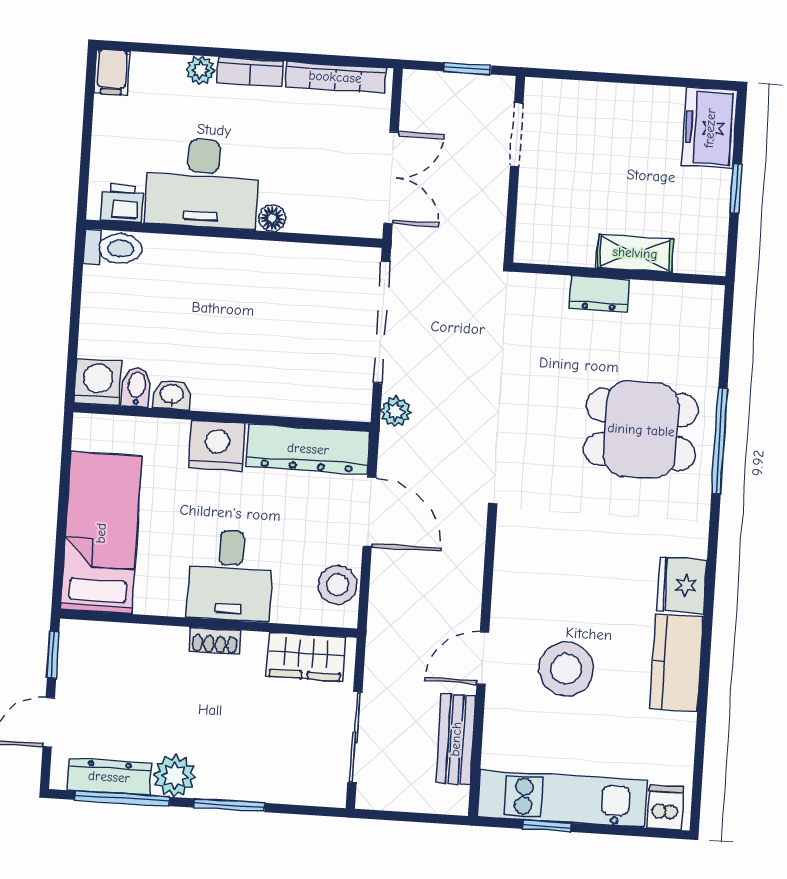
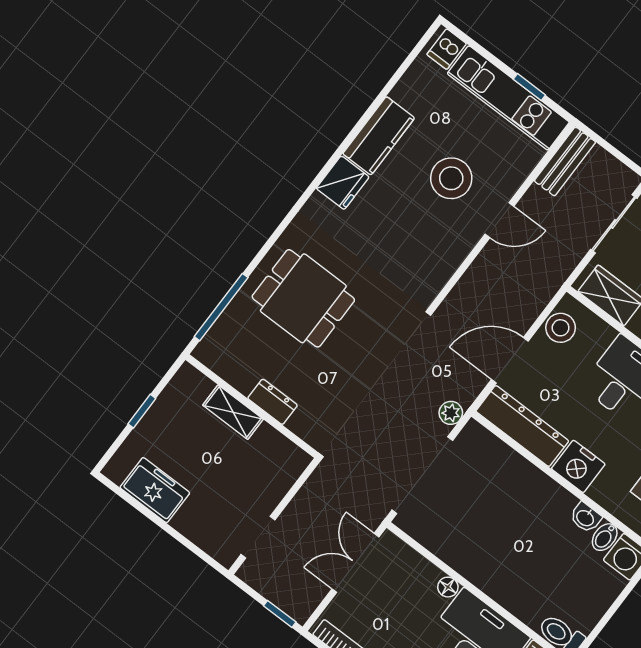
window: (468, 68) -> (280, 614), moved
freezer: (710, 128) -> (155, 490), moved, turned -90
window: (719, 441) -> (221, 307), moved
door: (369, 512) -> (510, 360), hinge flipped
bench: (456, 739) -> (565, 161), moved

